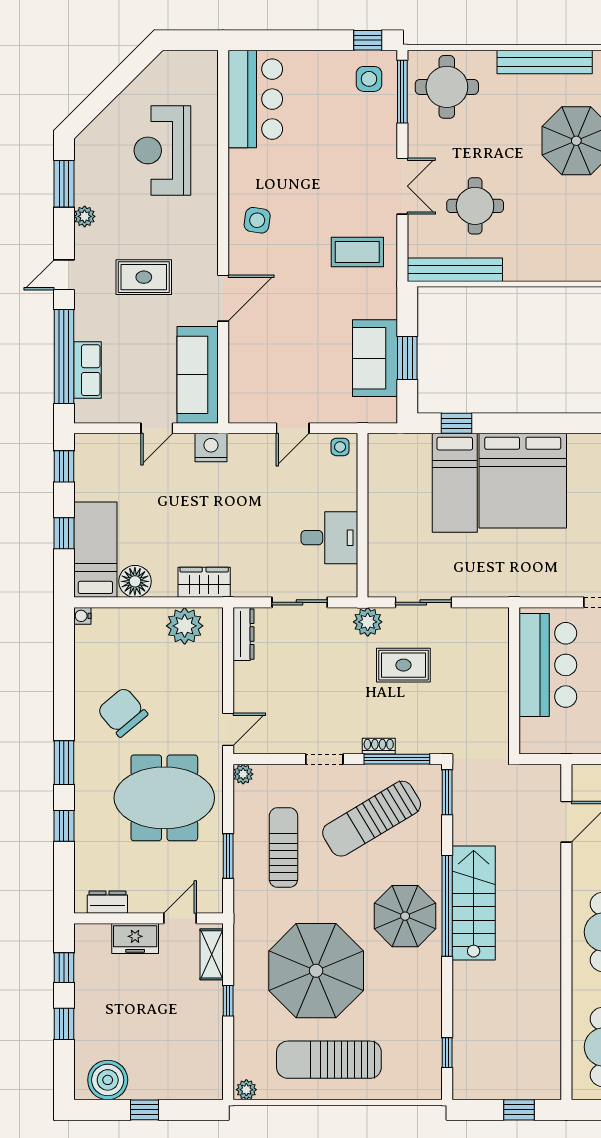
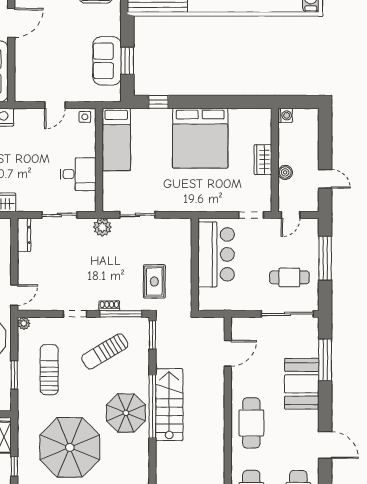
bed: (455, 483) -> (116, 139), moved
rug: (403, 665) -> (154, 281), moved, turned 90
sun lounger: (372, 819) -> (105, 351), width x0.73, depth x0.75

